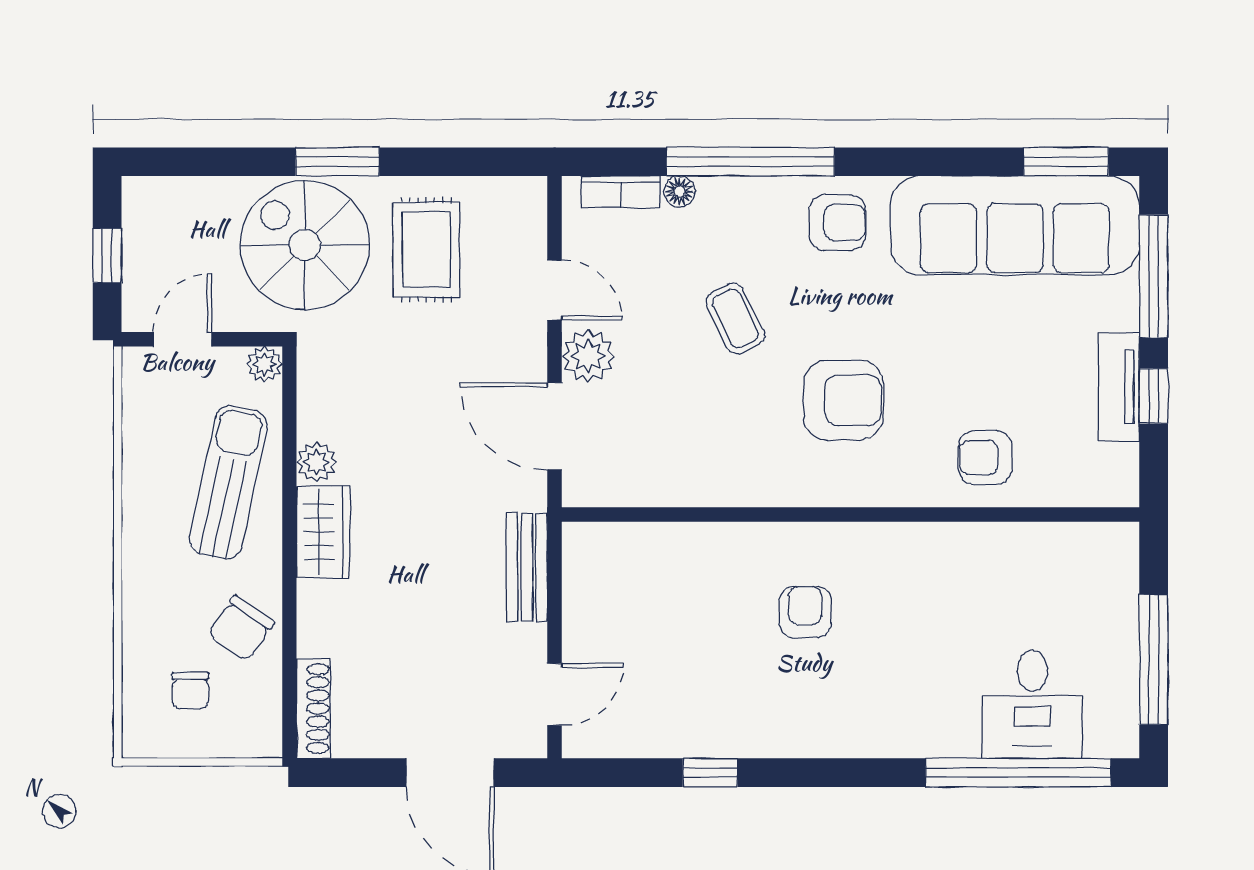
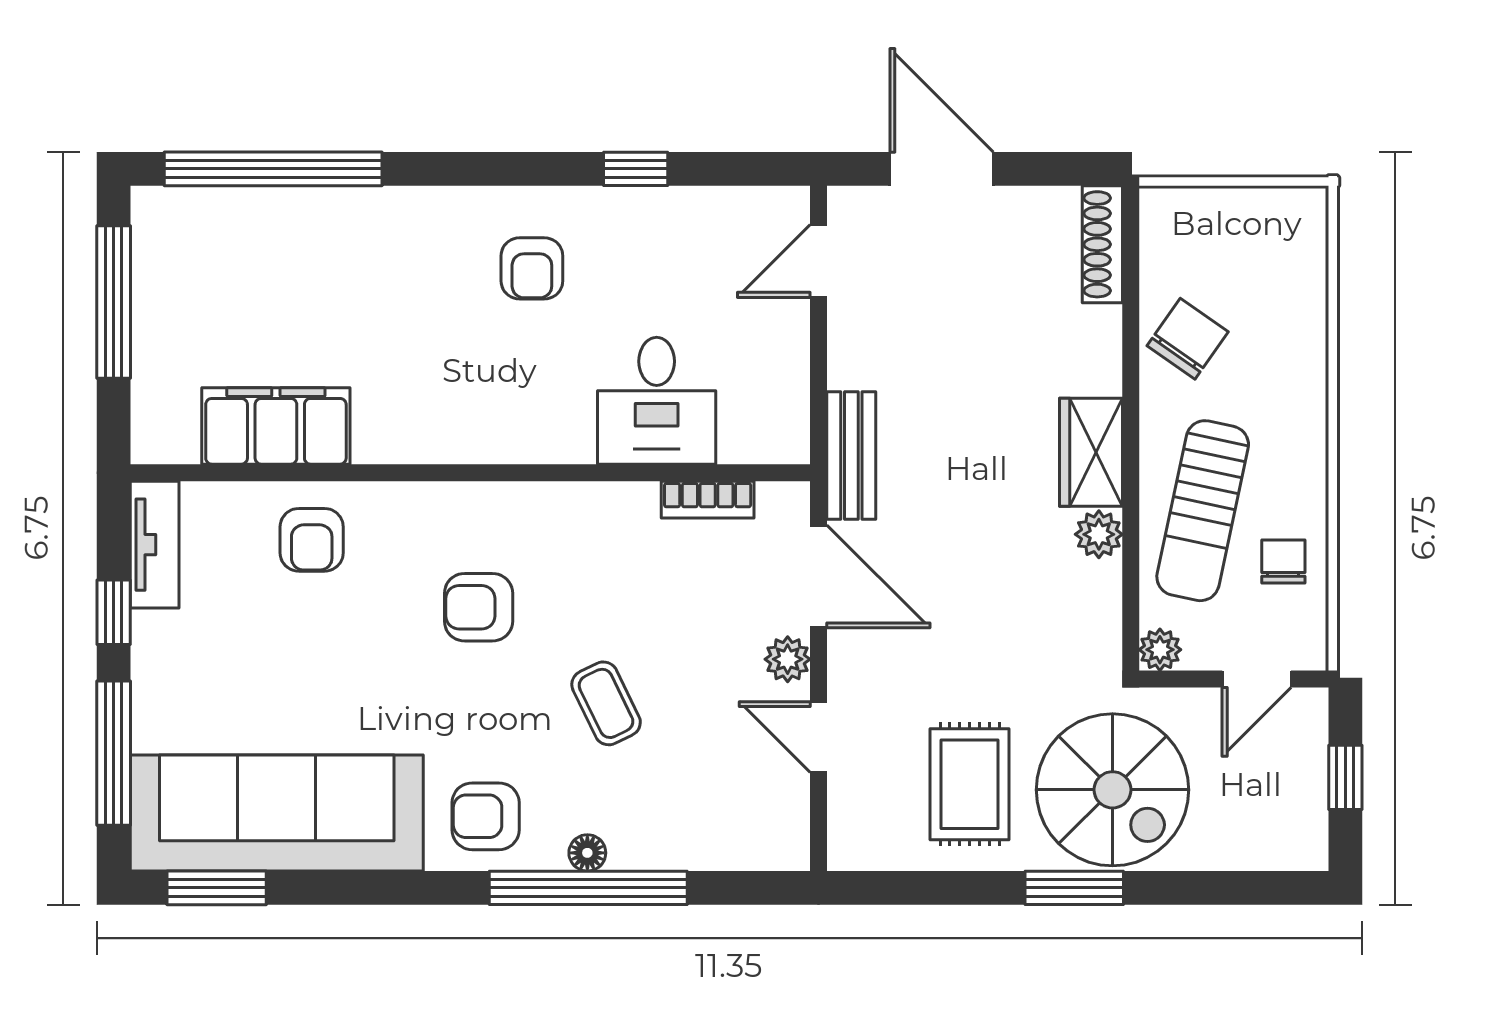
floor lamp: (679, 191) -> (587, 853), moved
bookcase: (621, 192) -> (708, 500), moved, turned 180
plant: (588, 356) -> (788, 659), width x0.73, depth x0.73
tv unit: (1119, 387) -> (155, 545), moved
armchair: (844, 400) -> (479, 607), width x0.72, depth x0.72
armchair: (985, 457) -> (312, 540), turned 90
filing cabinet: (1016, 554) -> (276, 426), added
bench: (527, 567) -> (851, 455), moved
armchair: (805, 612) -> (532, 268), moved
chair: (190, 690) -> (1283, 562), moved
desk: (1032, 704) -> (657, 401), moved, turned 180

